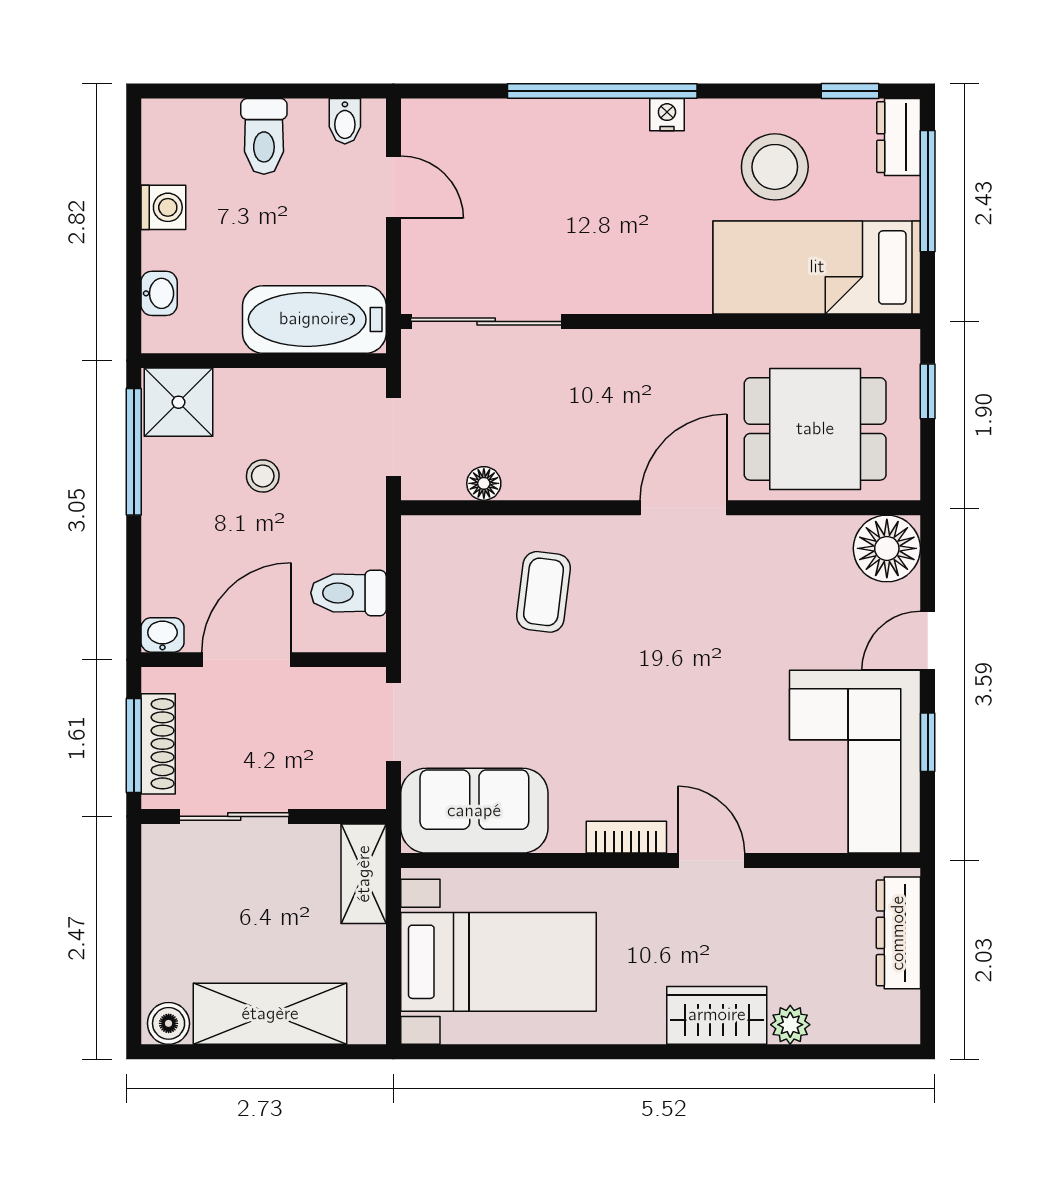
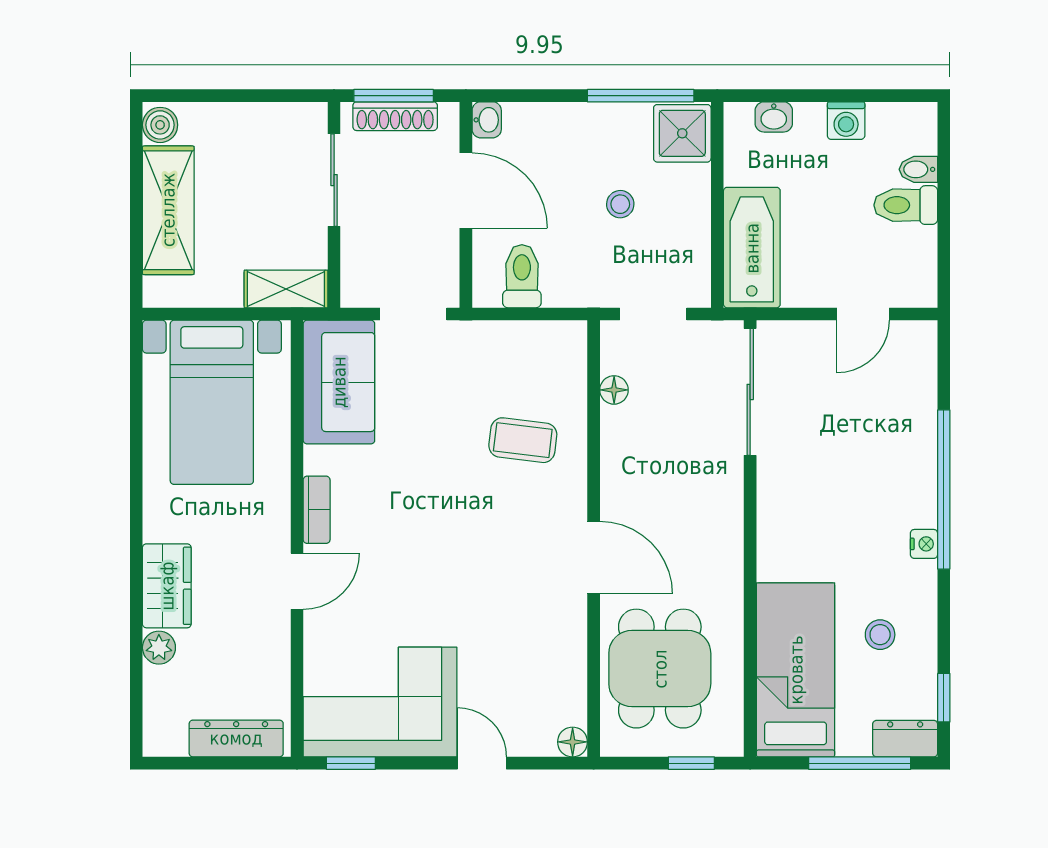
bidet: (345, 121) -> (918, 169), moved
stool: (775, 167) -> (880, 635), width x0.53, depth x0.53
floor lamp: (887, 548) -> (573, 742), width x0.53, depth x0.53
window: (928, 742) -> (351, 763), moved

